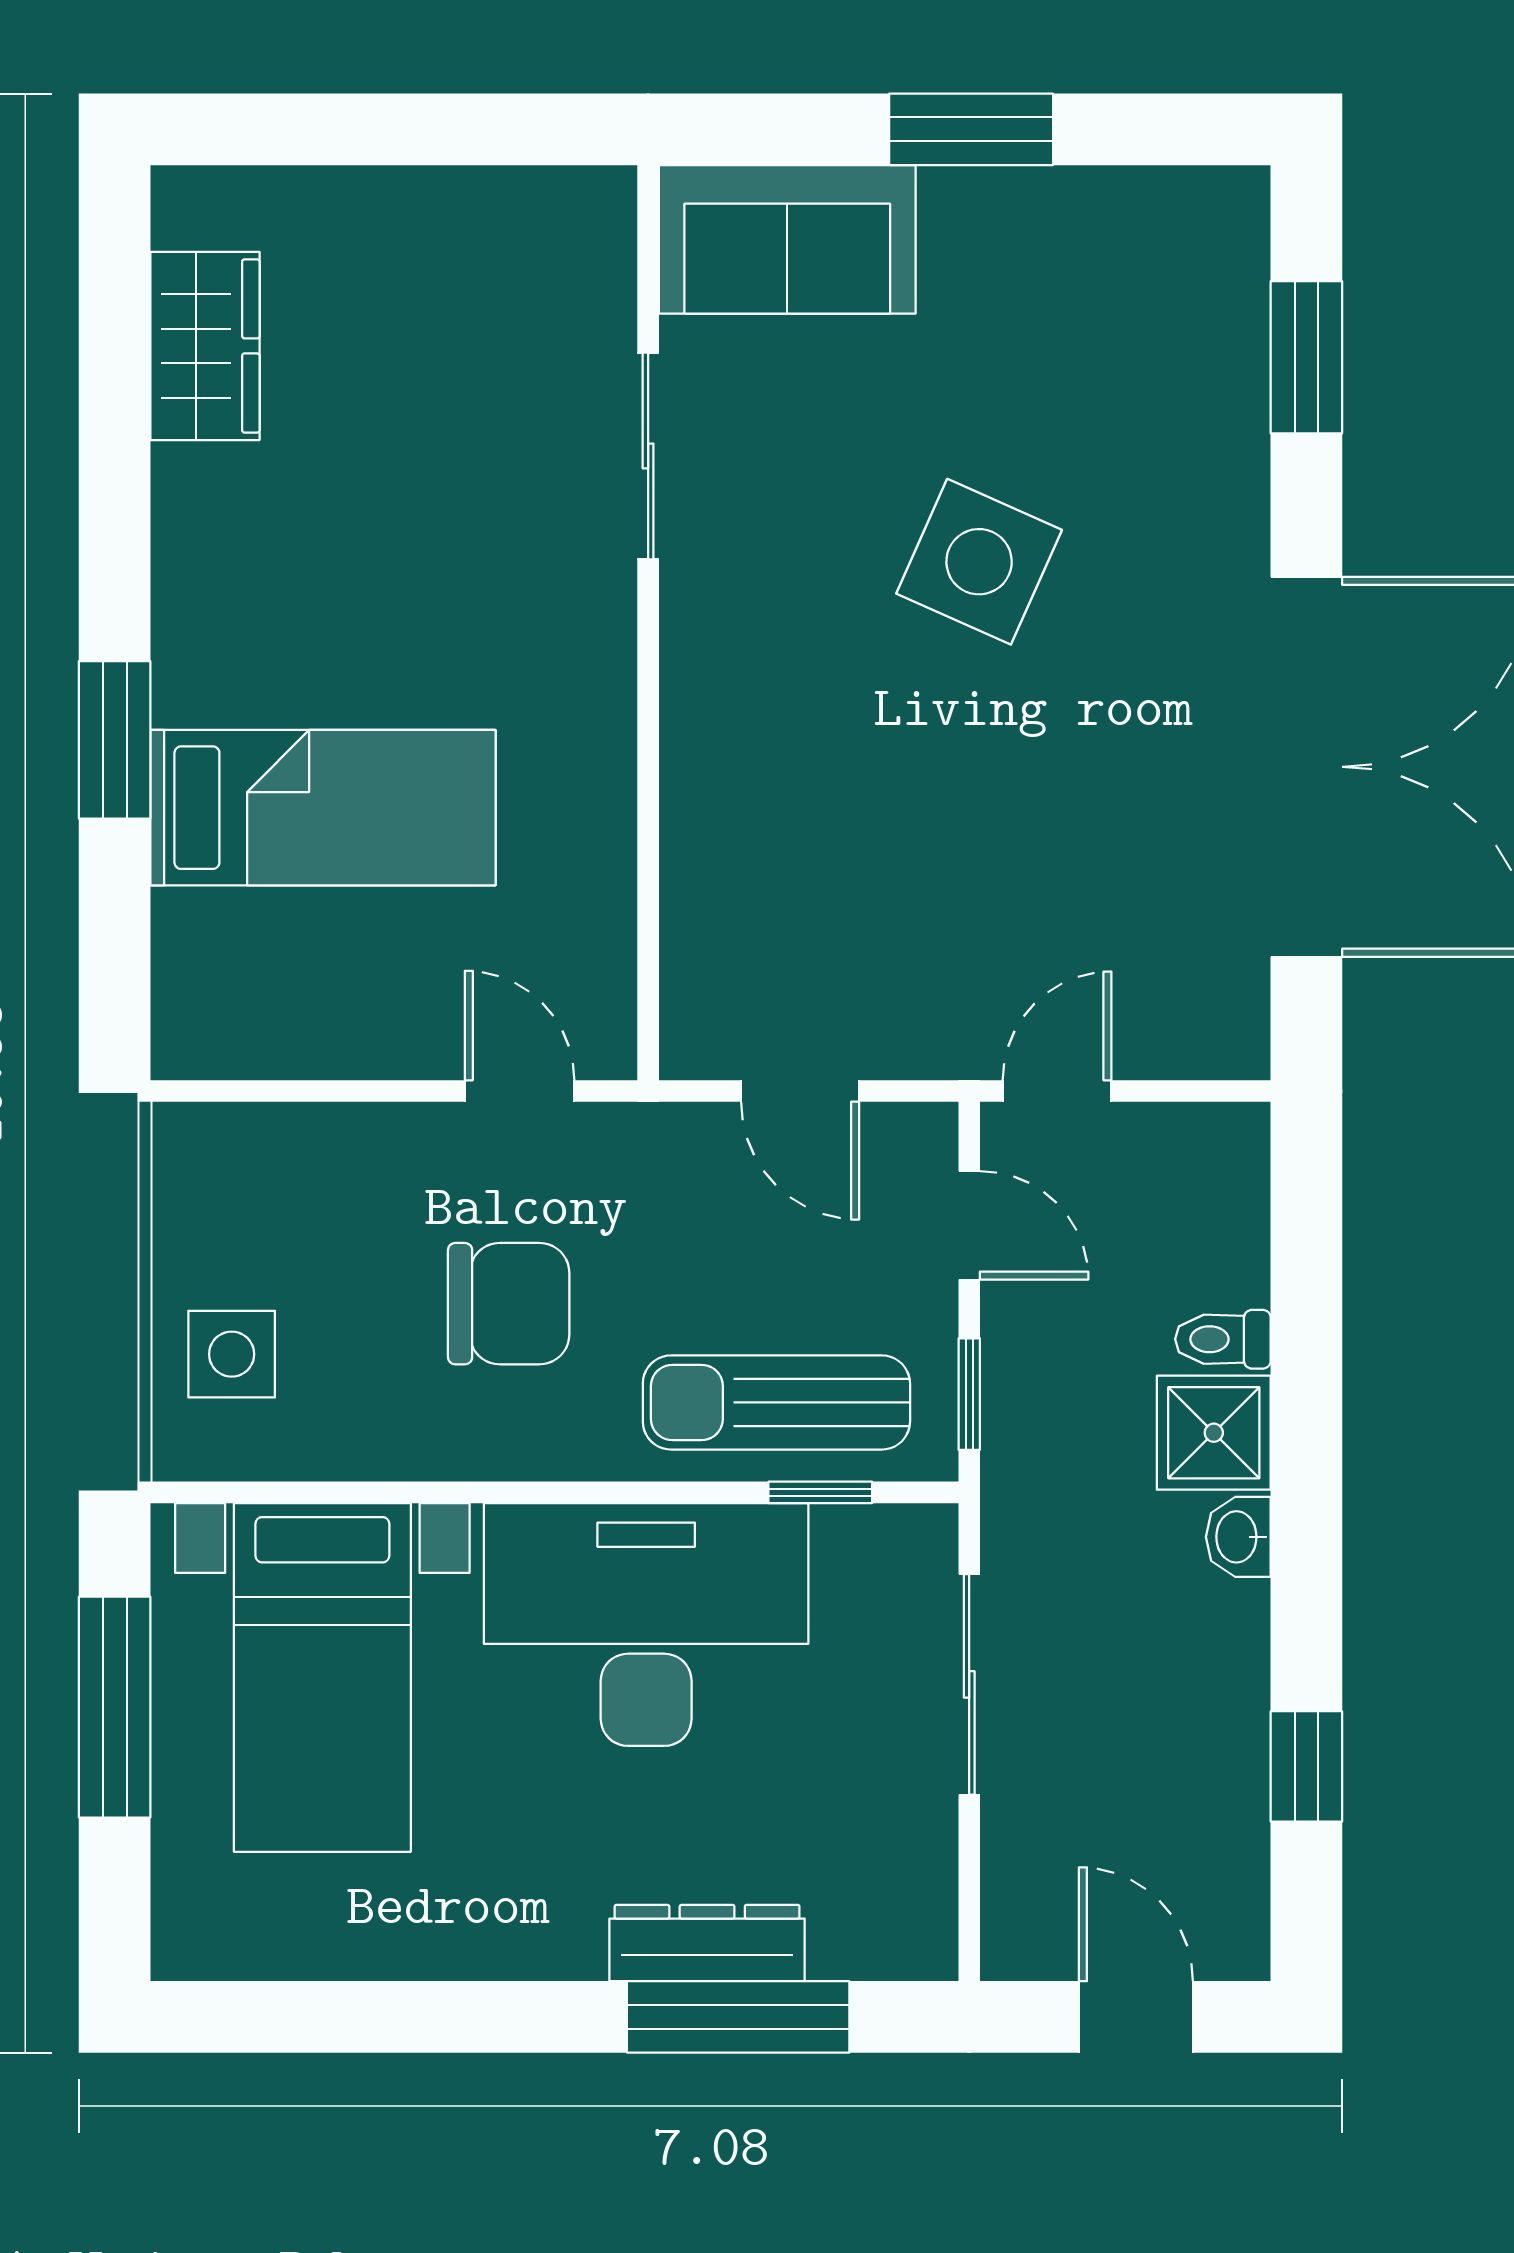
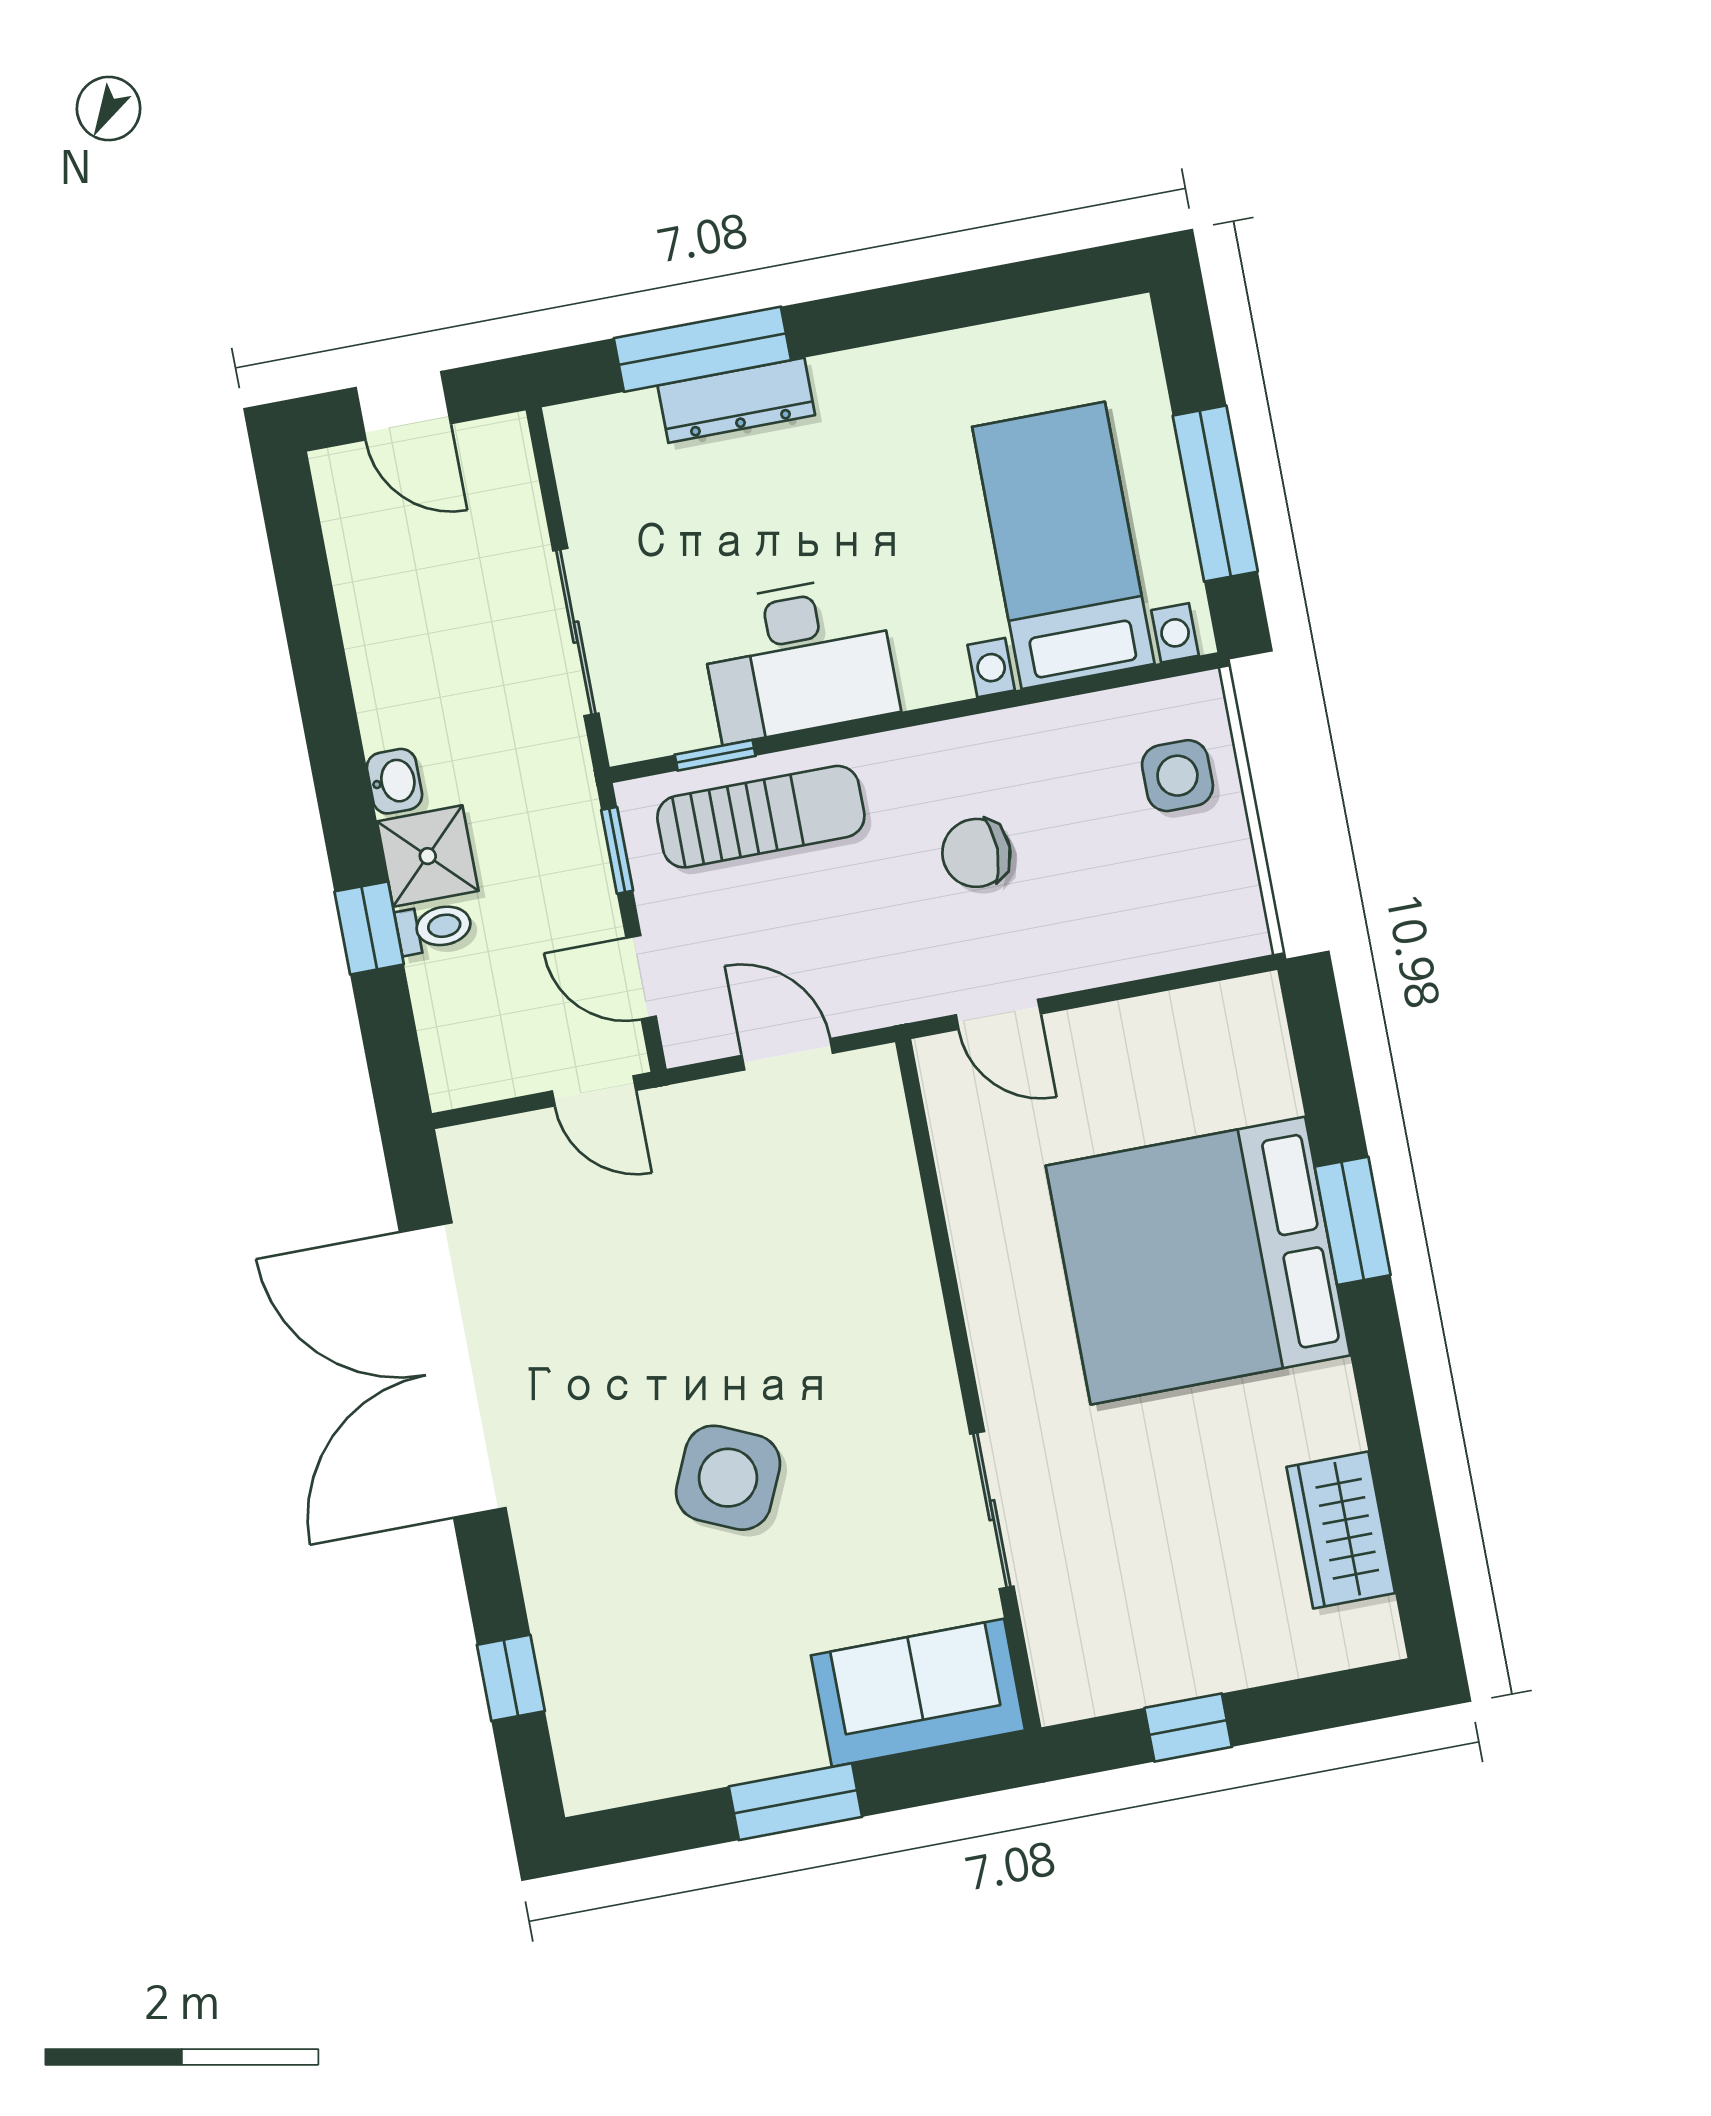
window: (449, 129) -> (1188, 1727), added
window: (1306, 357) -> (511, 1678), width x0.67
bed: (323, 808) -> (1198, 1261), width x2.04
door: (1057, 1091) -> (594, 1091), hinge flipped
chair: (509, 1304) -> (976, 853), width x0.73, depth x0.73
desk: (646, 1625) -> (799, 658), width x0.73, depth x0.77
window: (1306, 1766) -> (369, 928), moved

